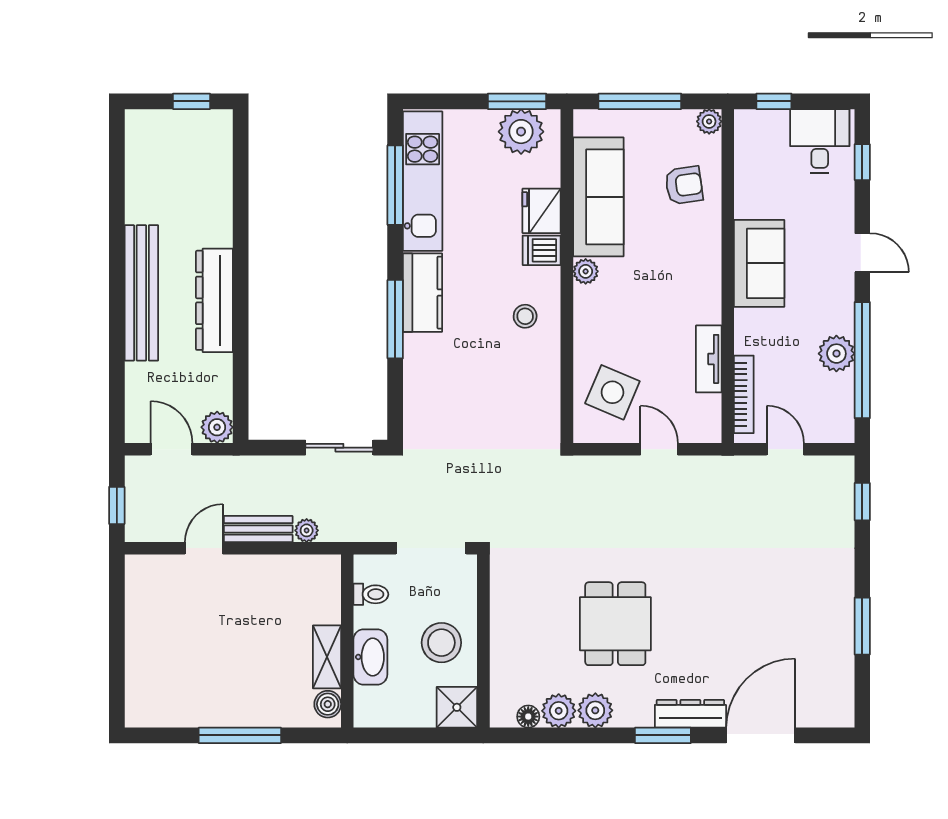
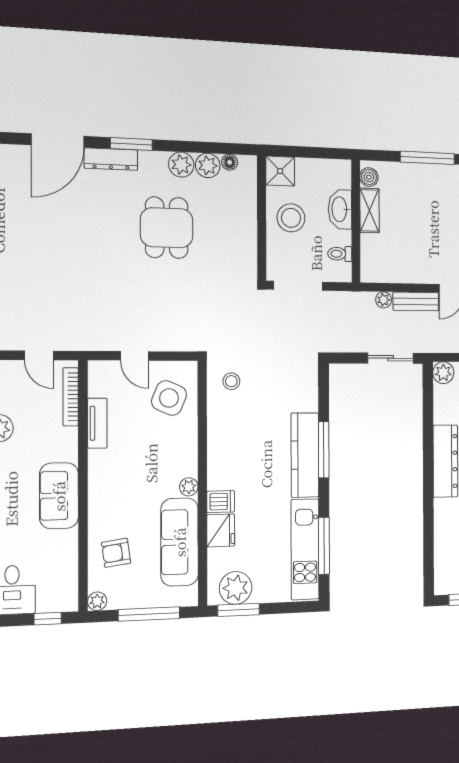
kitchen counter: (423, 293) -> (305, 455), width x1.50
stool: (525, 316) -> (231, 381), moved
sliding door: (339, 448) -> (391, 358), moved

